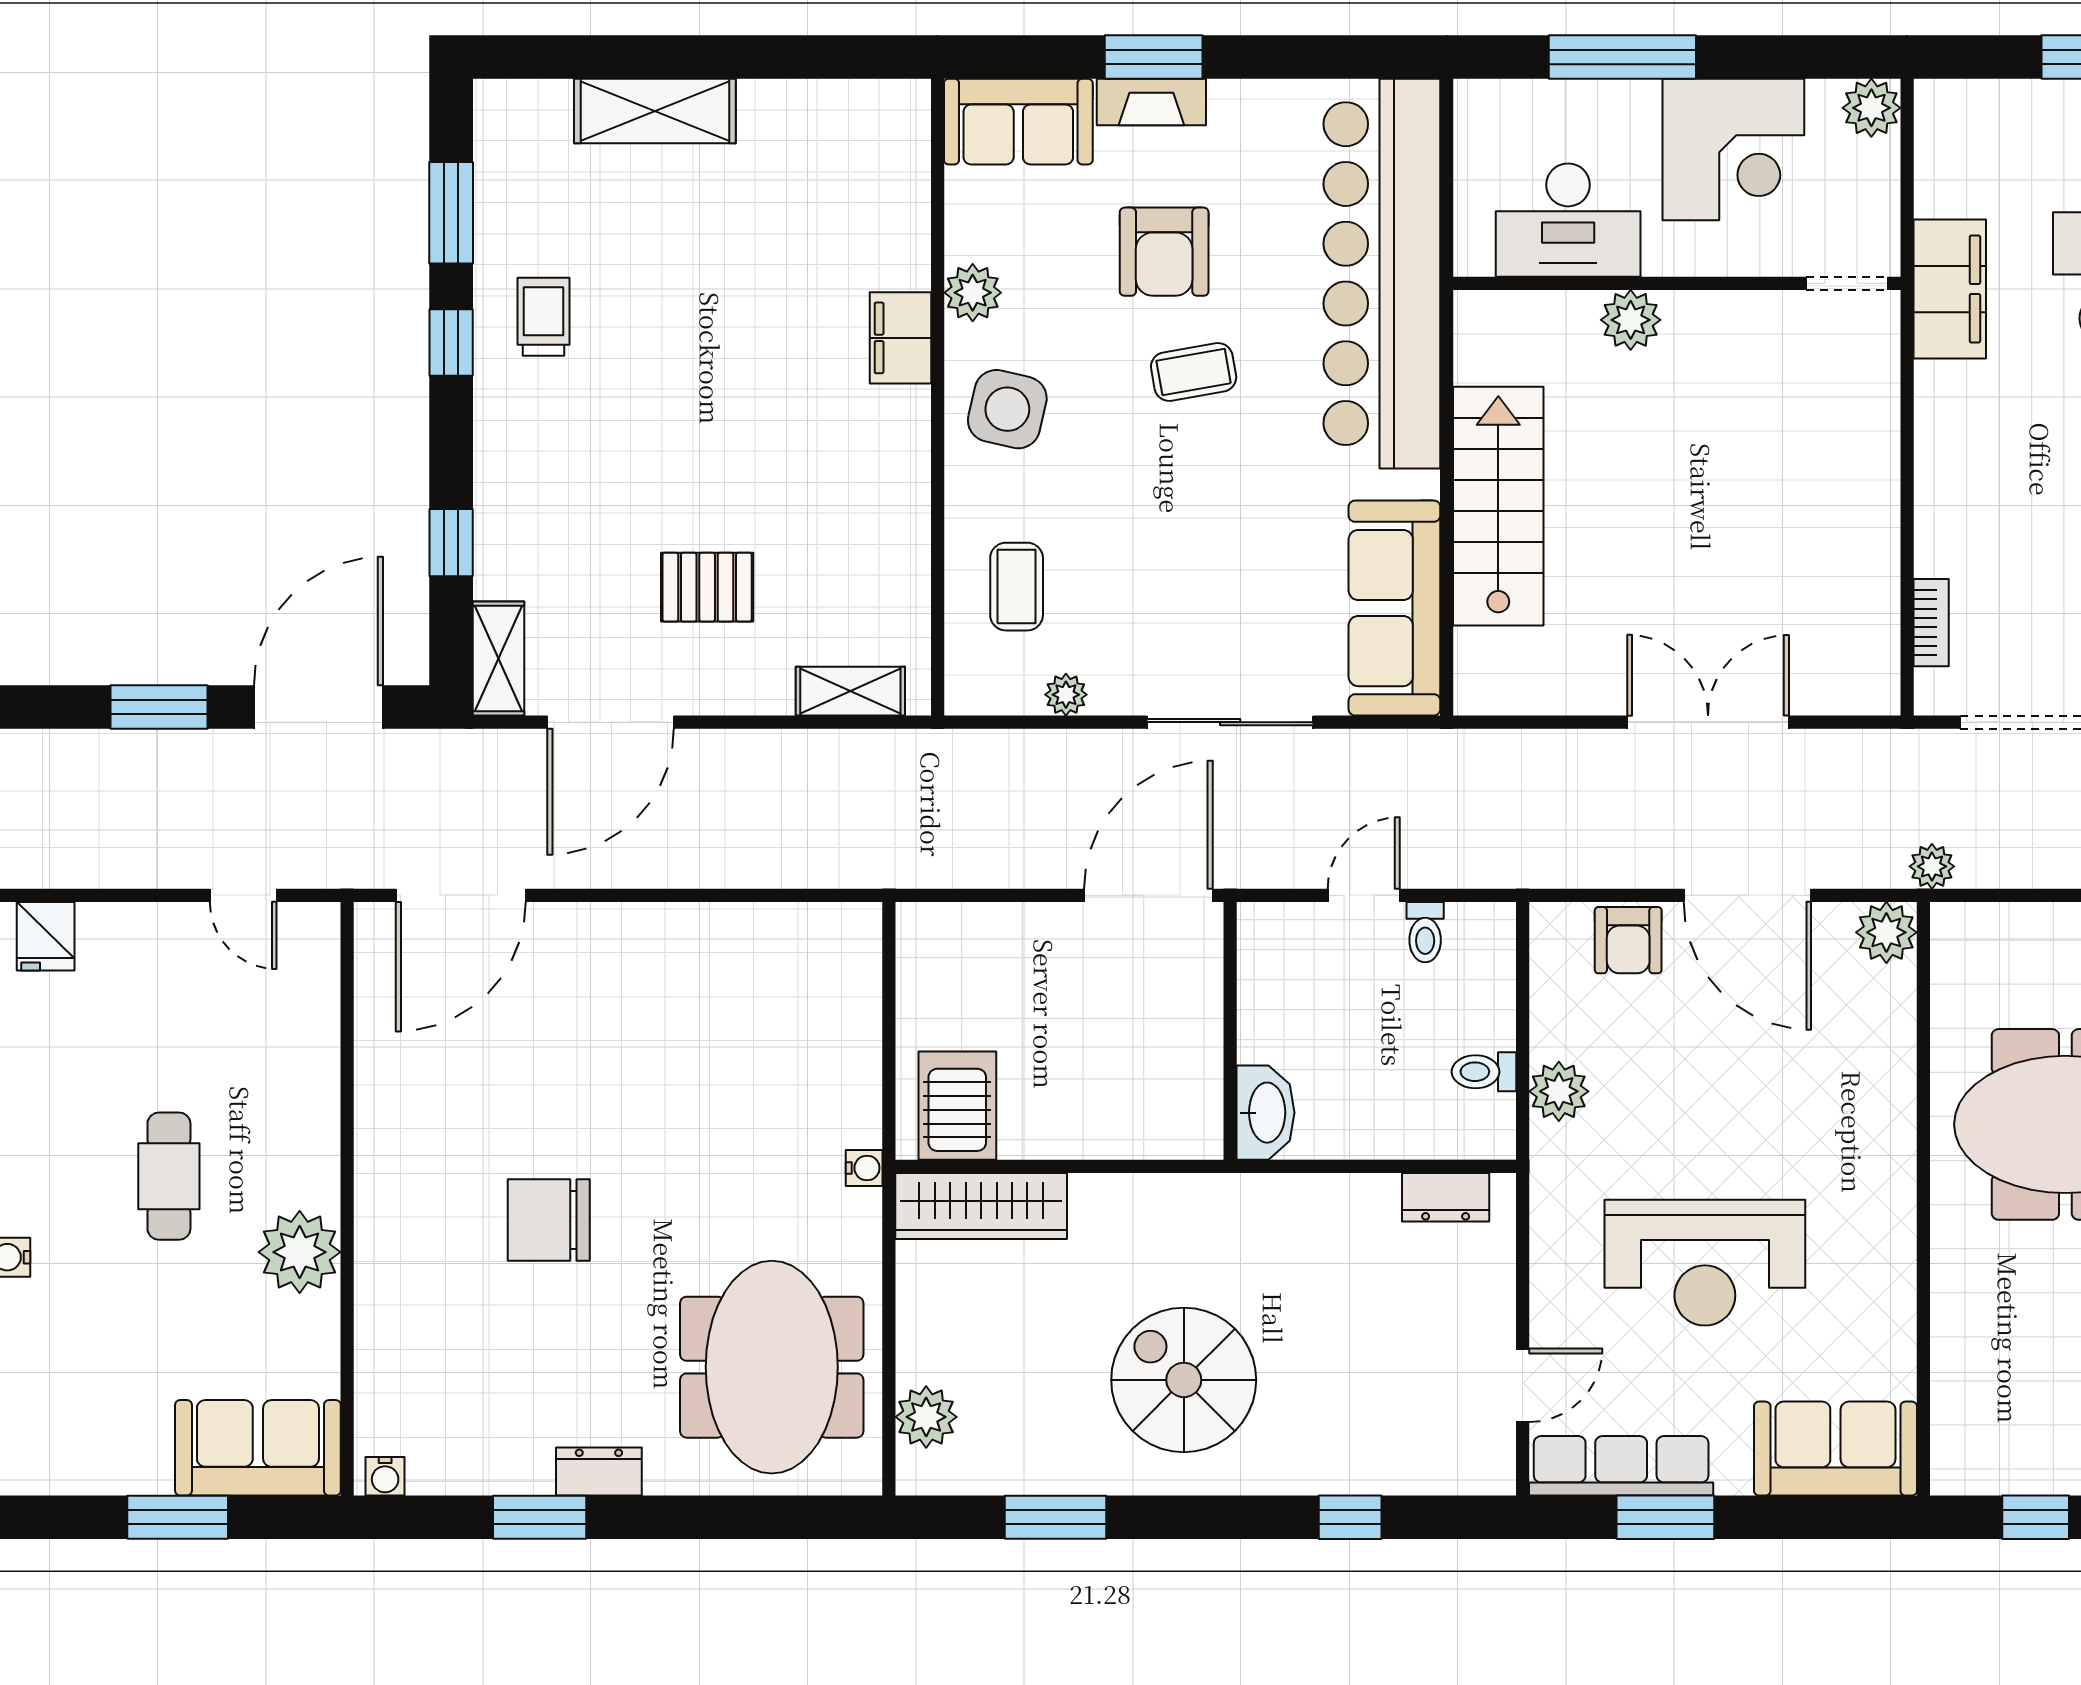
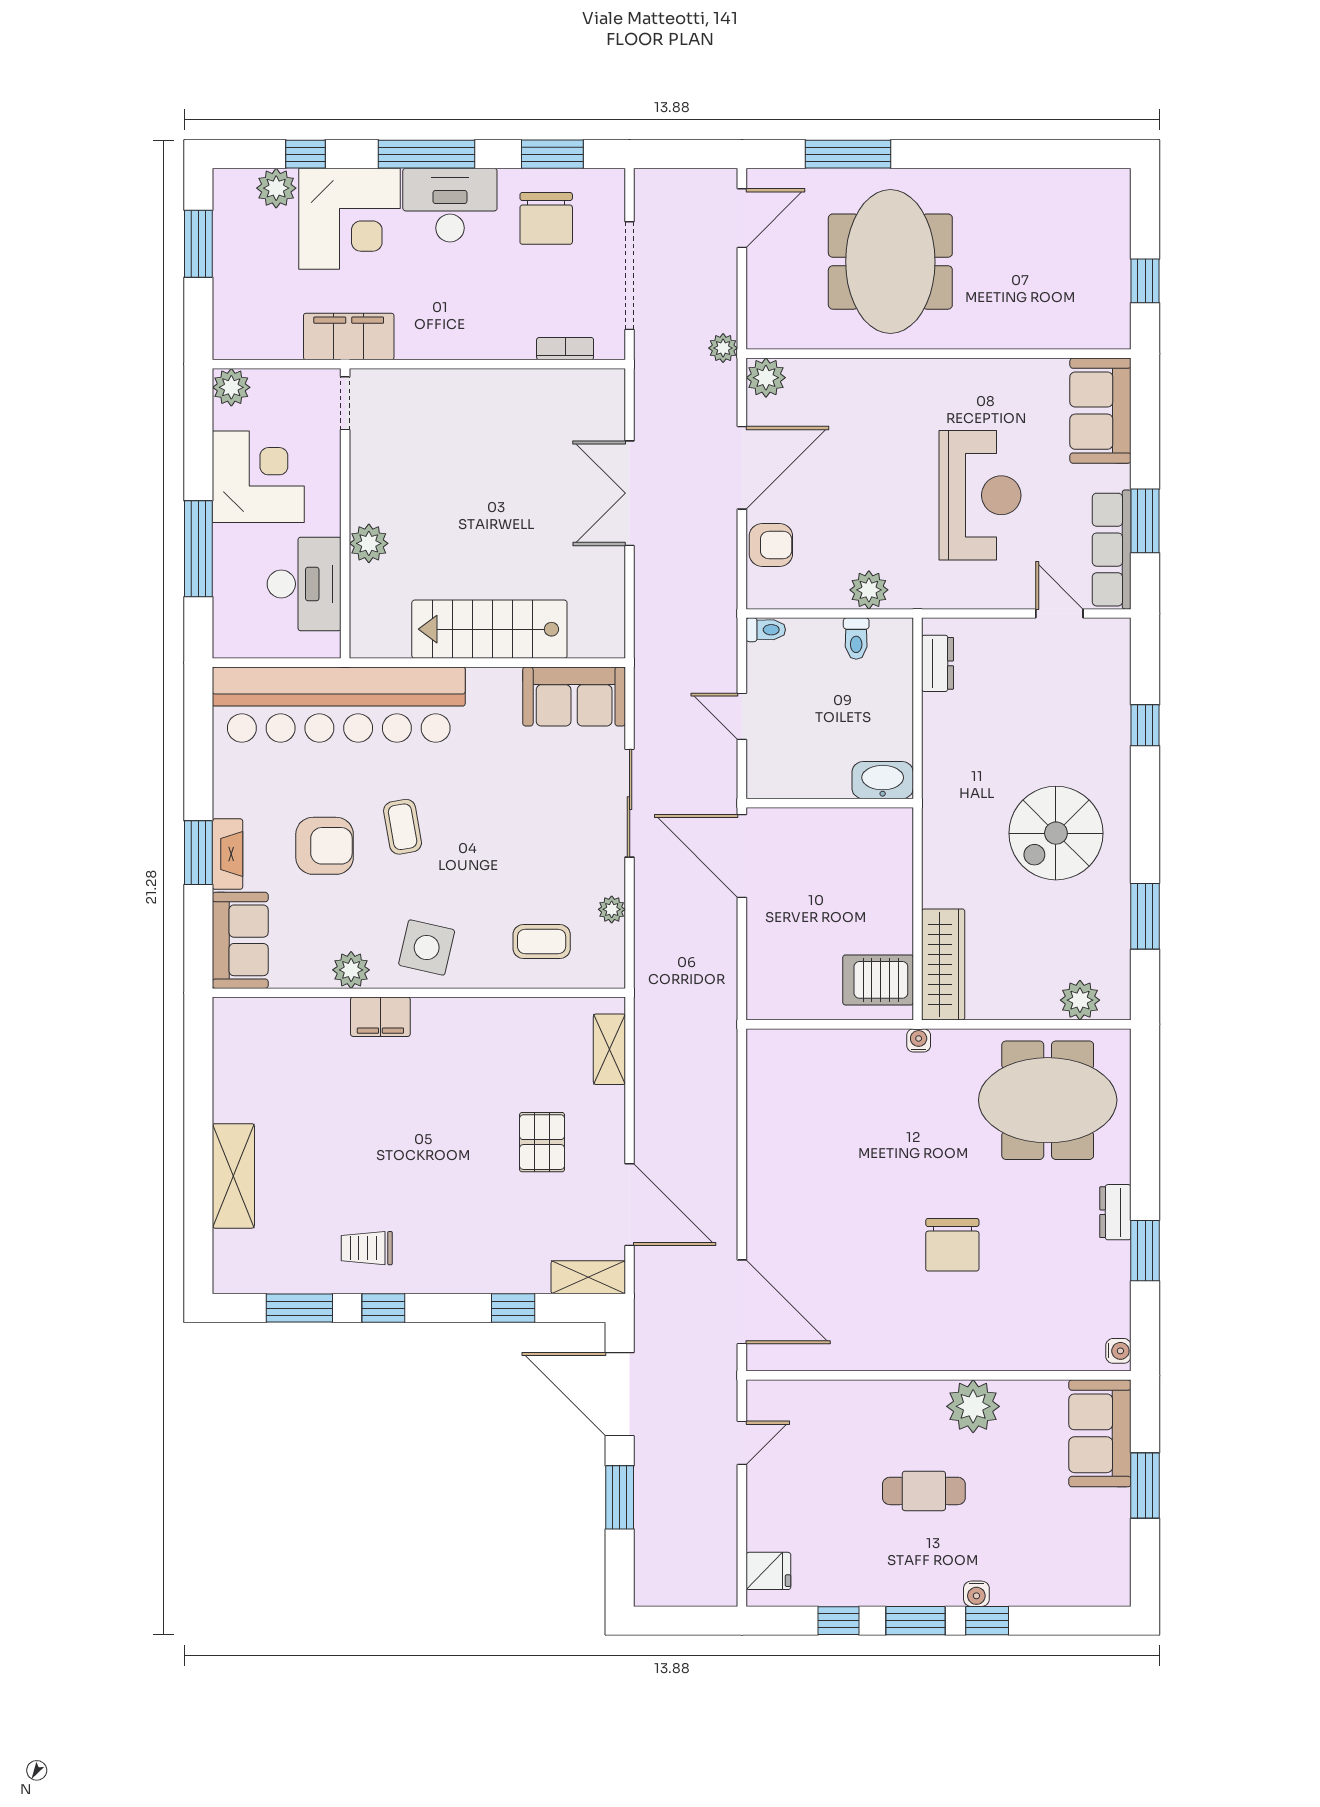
sofa: (1394, 608) -> (574, 697), width x0.73
toilet: (1425, 932) -> (766, 630), moved

